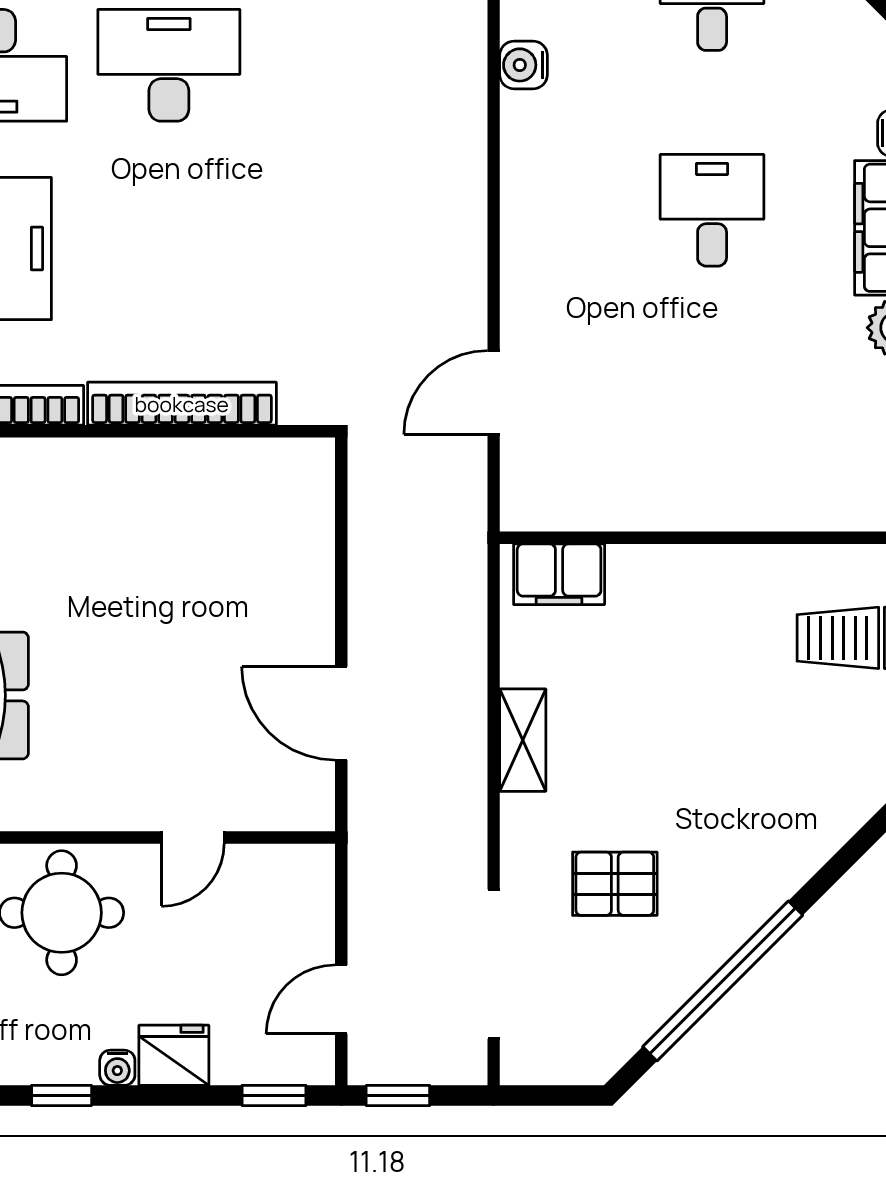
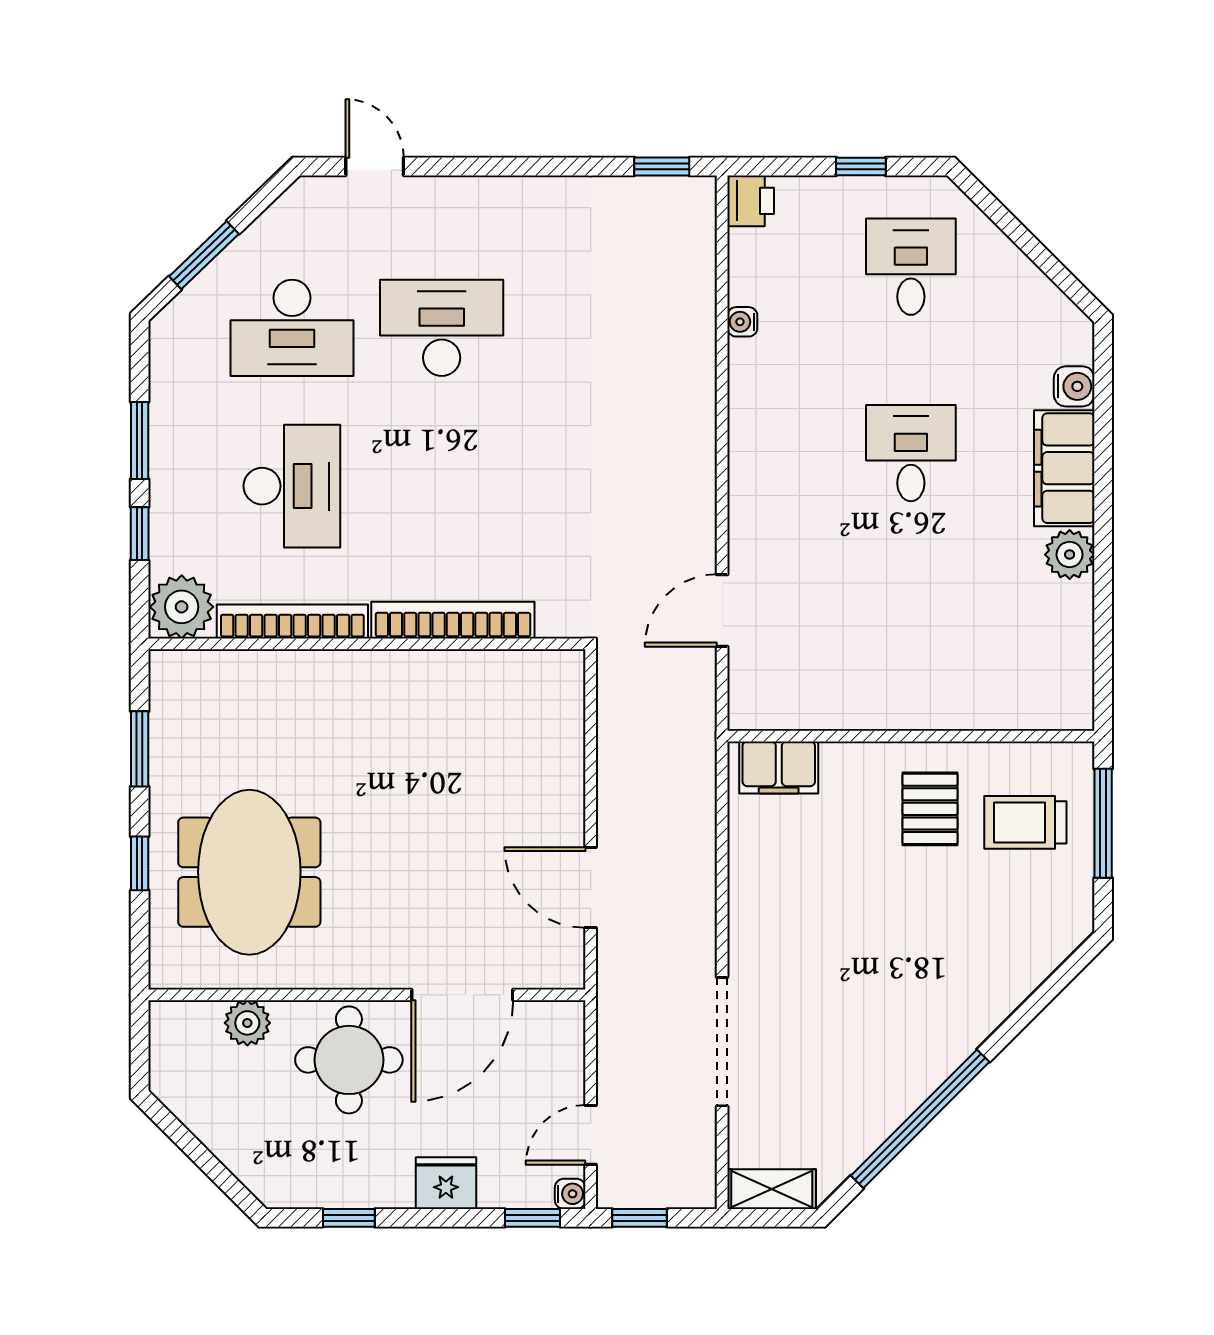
water cooler: (524, 65) -> (742, 322), width x0.72, depth x0.72
shelving: (523, 740) -> (772, 1189), moved, turned 90
door: (193, 837) -> (462, 995), width x1.87
pallet: (615, 884) -> (930, 809), moved, turned 90
doorway: (494, 964) -> (722, 1042), moved
water cooler: (117, 1068) -> (570, 1194), moved, turned -90

